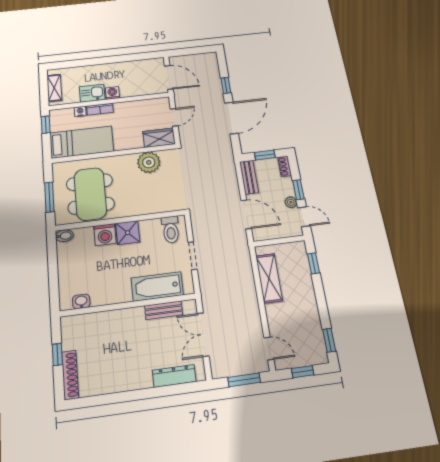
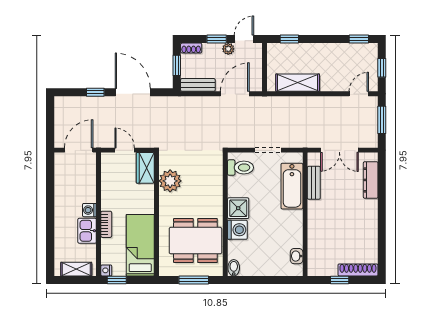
nightstand: (80, 111) -> (106, 270), moved

